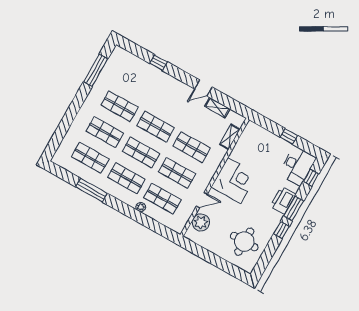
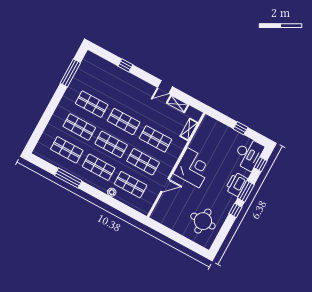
plant: (201, 222) -> (165, 205), removed

